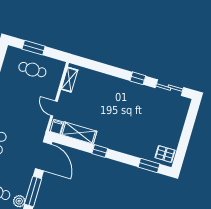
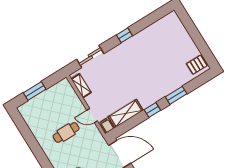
cafe table: (32, 70) -> (66, 132), moved
sliding door: (169, 88) -> (90, 56), moved
window: (149, 166) -> (176, 95), moved

